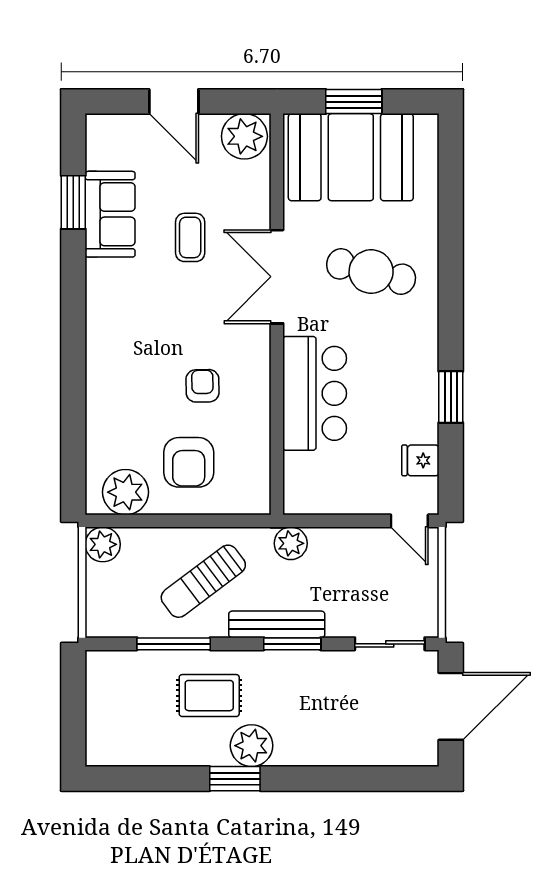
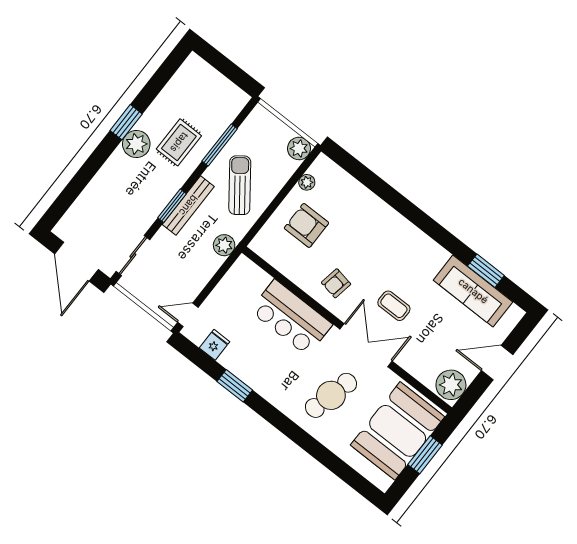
sofa: (110, 214) -> (473, 291), width x1.36
coffee table: (190, 237) -> (394, 306), moved
armchair: (202, 386) -> (336, 283), moved, turned 101
plant: (126, 492) -> (307, 182), width x0.53, depth x0.53

